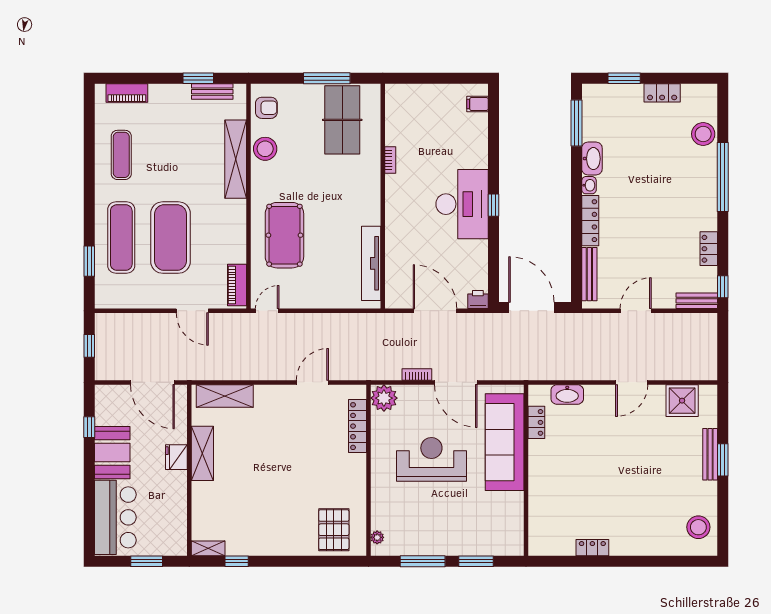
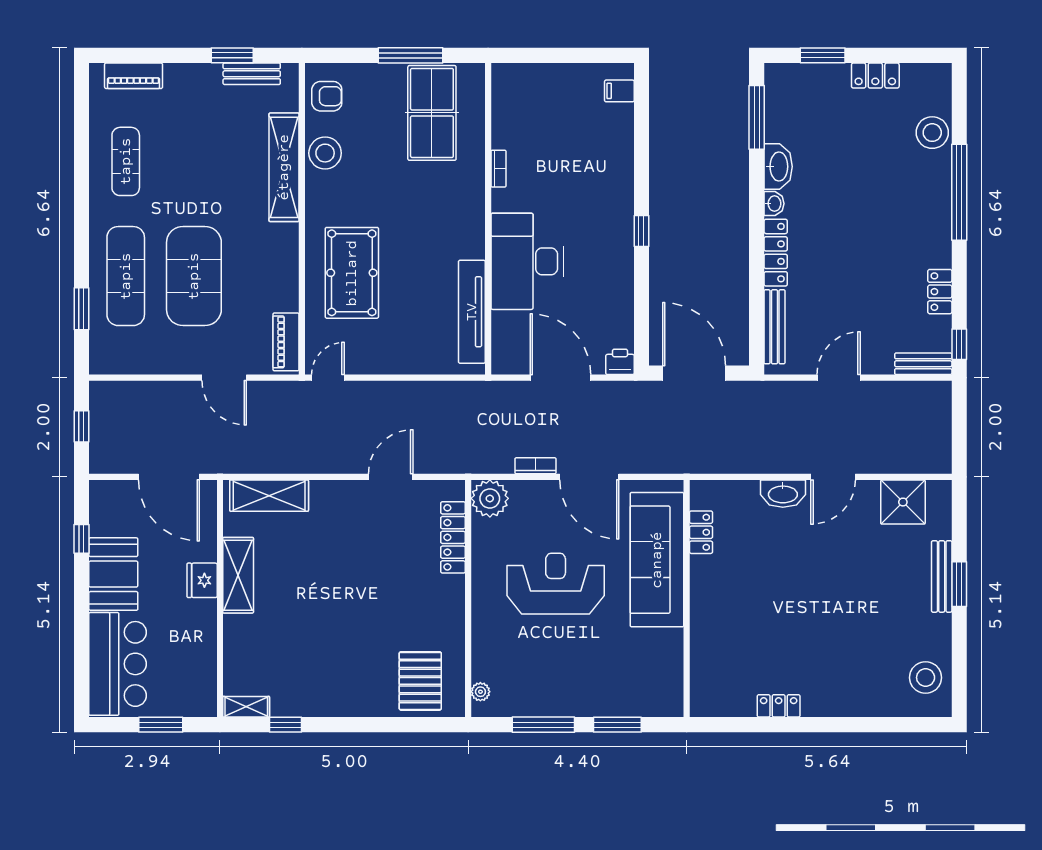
desk: (462, 204) -> (527, 261), moved, turned 180
washbasin: (567, 394) -> (783, 494), moved

